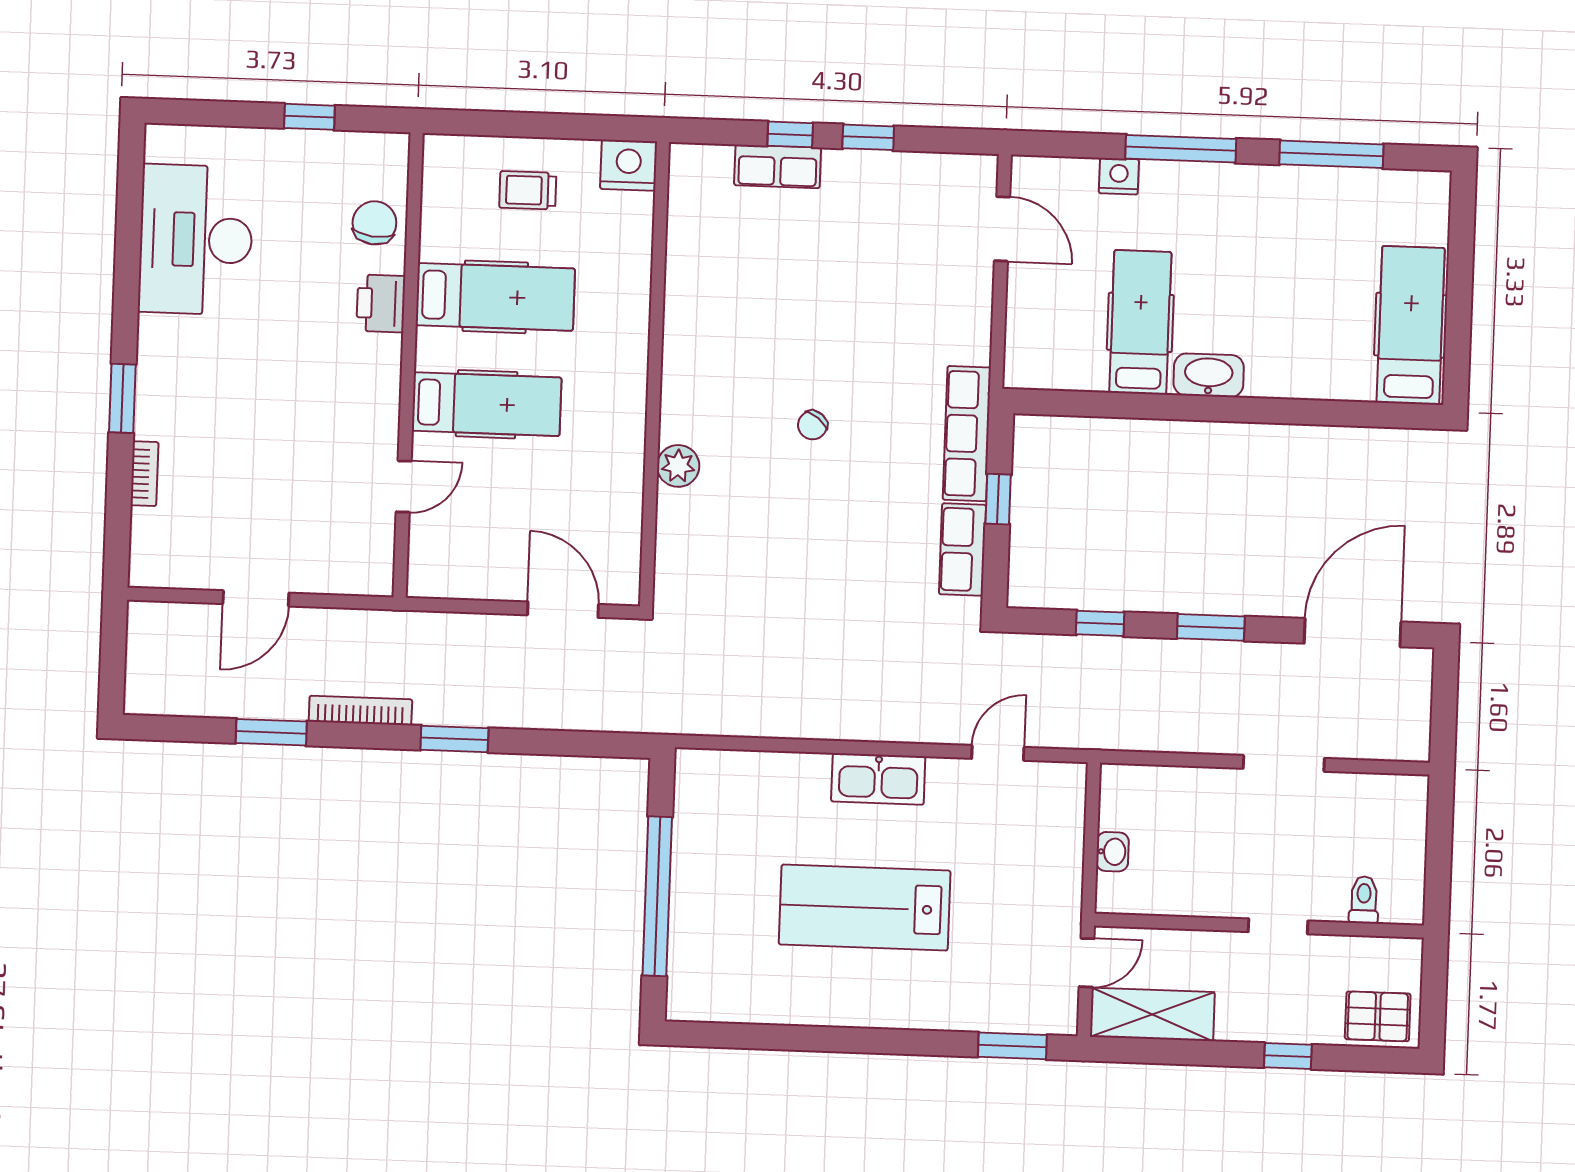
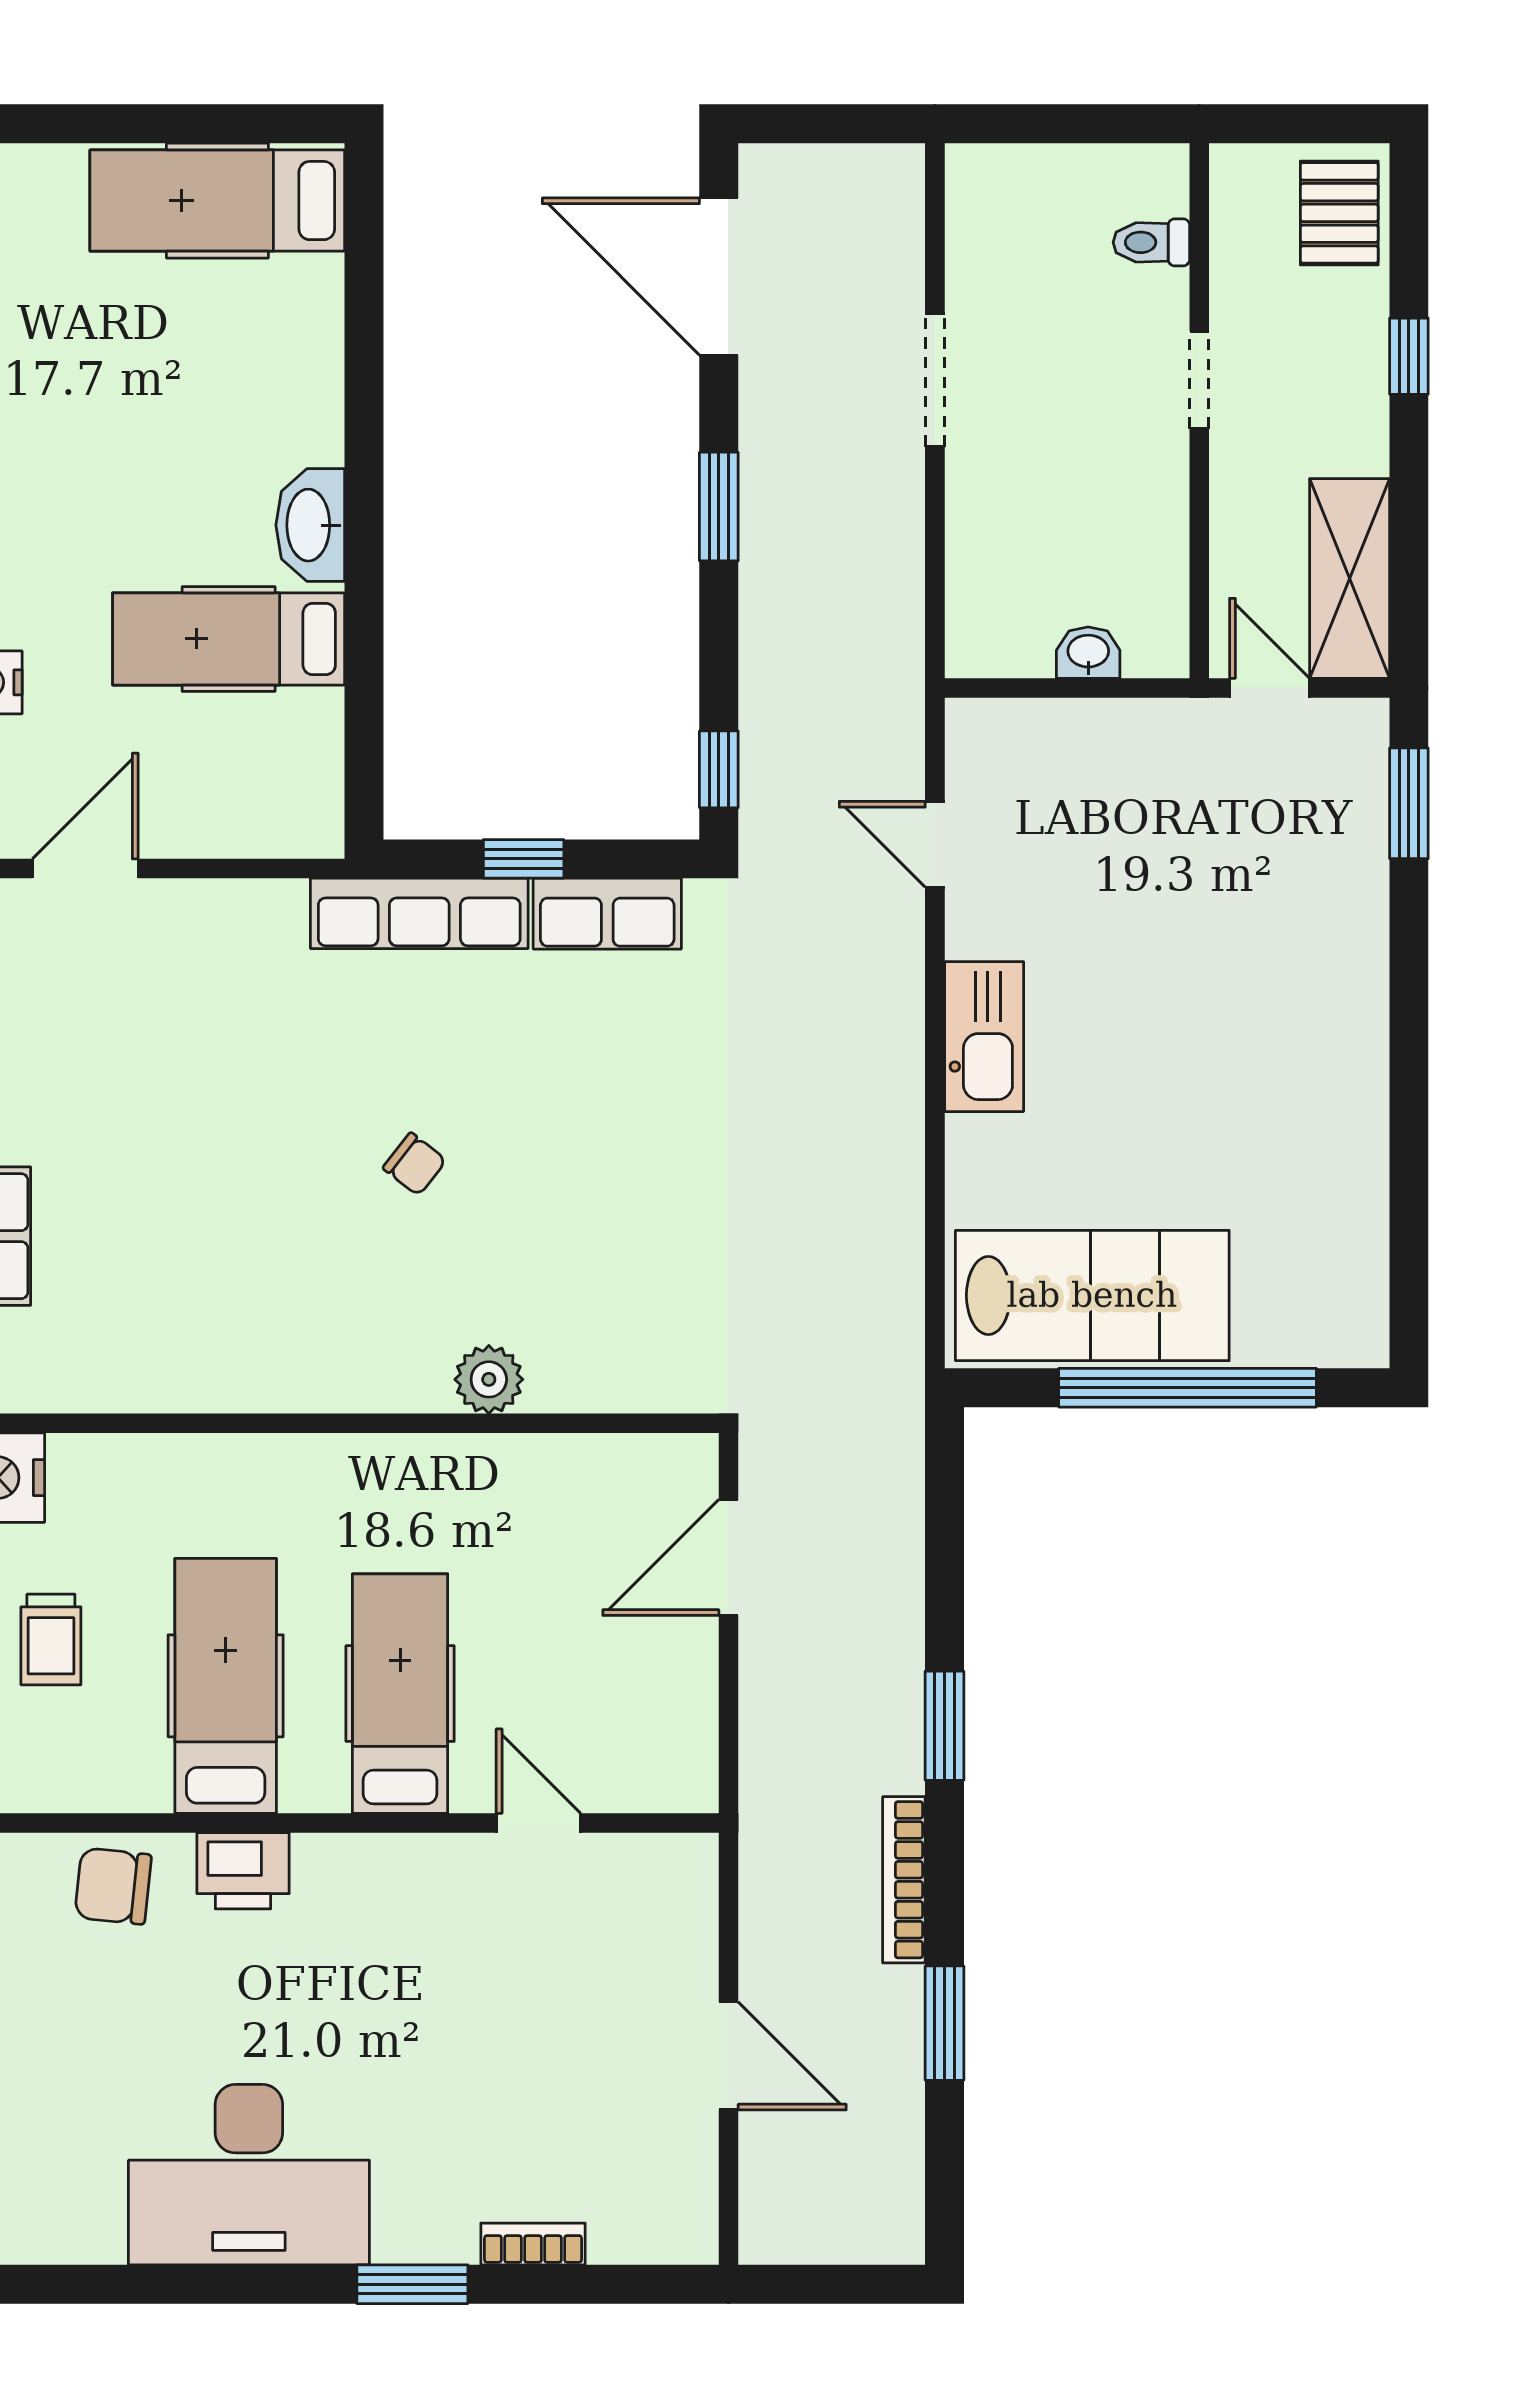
desk: (196, 240) -> (249, 2175), moved
window: (1100, 623) -> (719, 769), moved
lab bench: (865, 908) -> (1092, 1295), moved, turned -90

